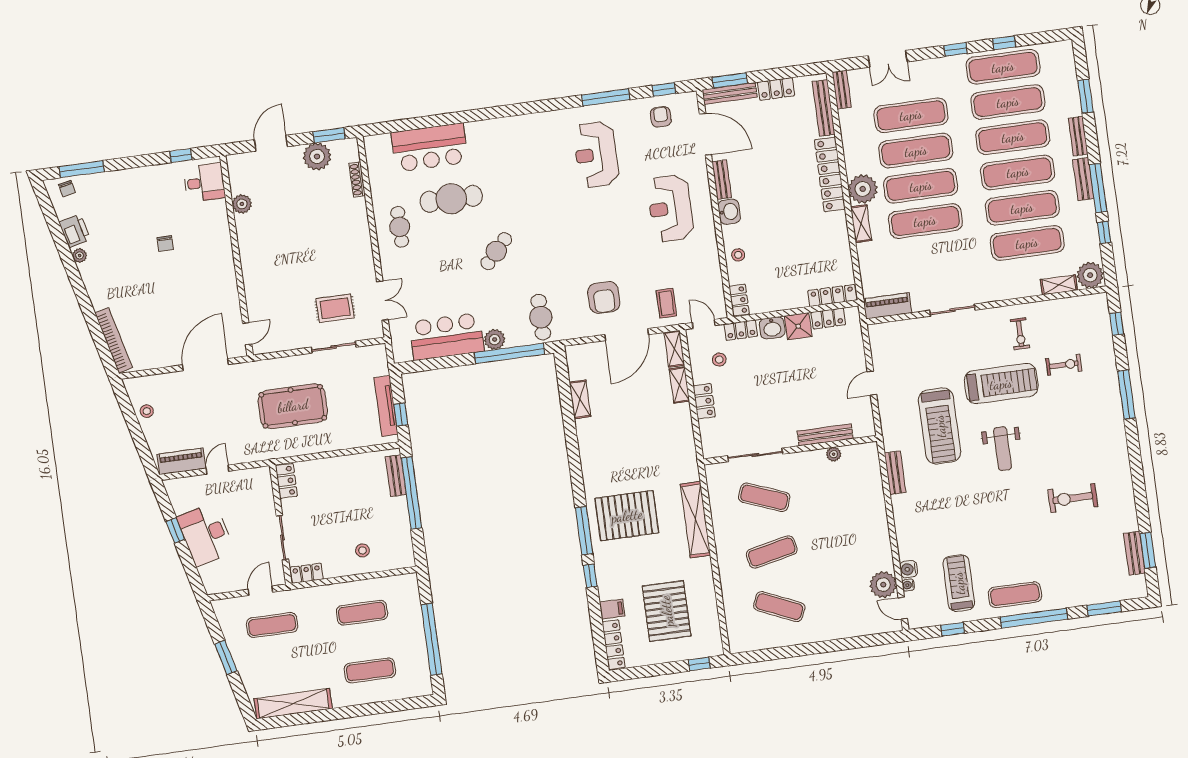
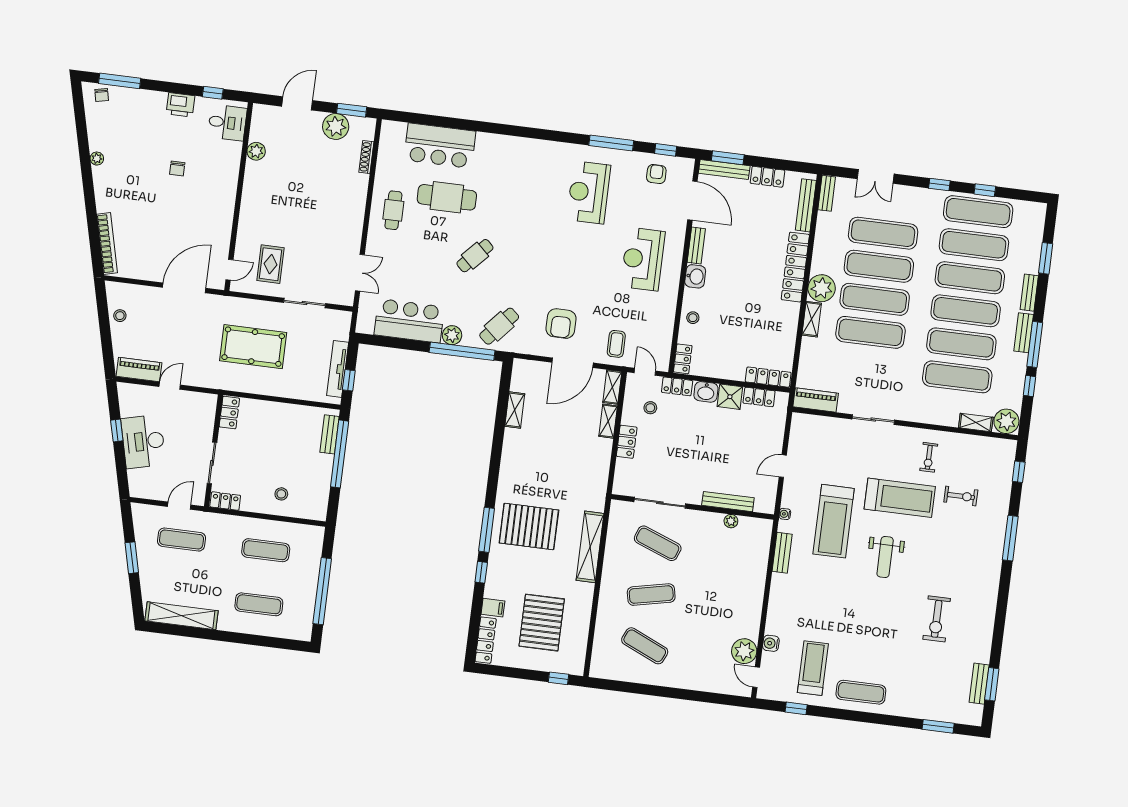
printer: (75, 231) -> (180, 105), moved, turned 104
rug: (335, 308) -> (271, 264), moved, turned 90
cafe table: (541, 317) -> (499, 326), turned 41
exercise bike: (1073, 498) -> (937, 619), turned -90
water cooler: (908, 585) -> (785, 514), moved
window: (1034, 618) -> (872, 718), removed

